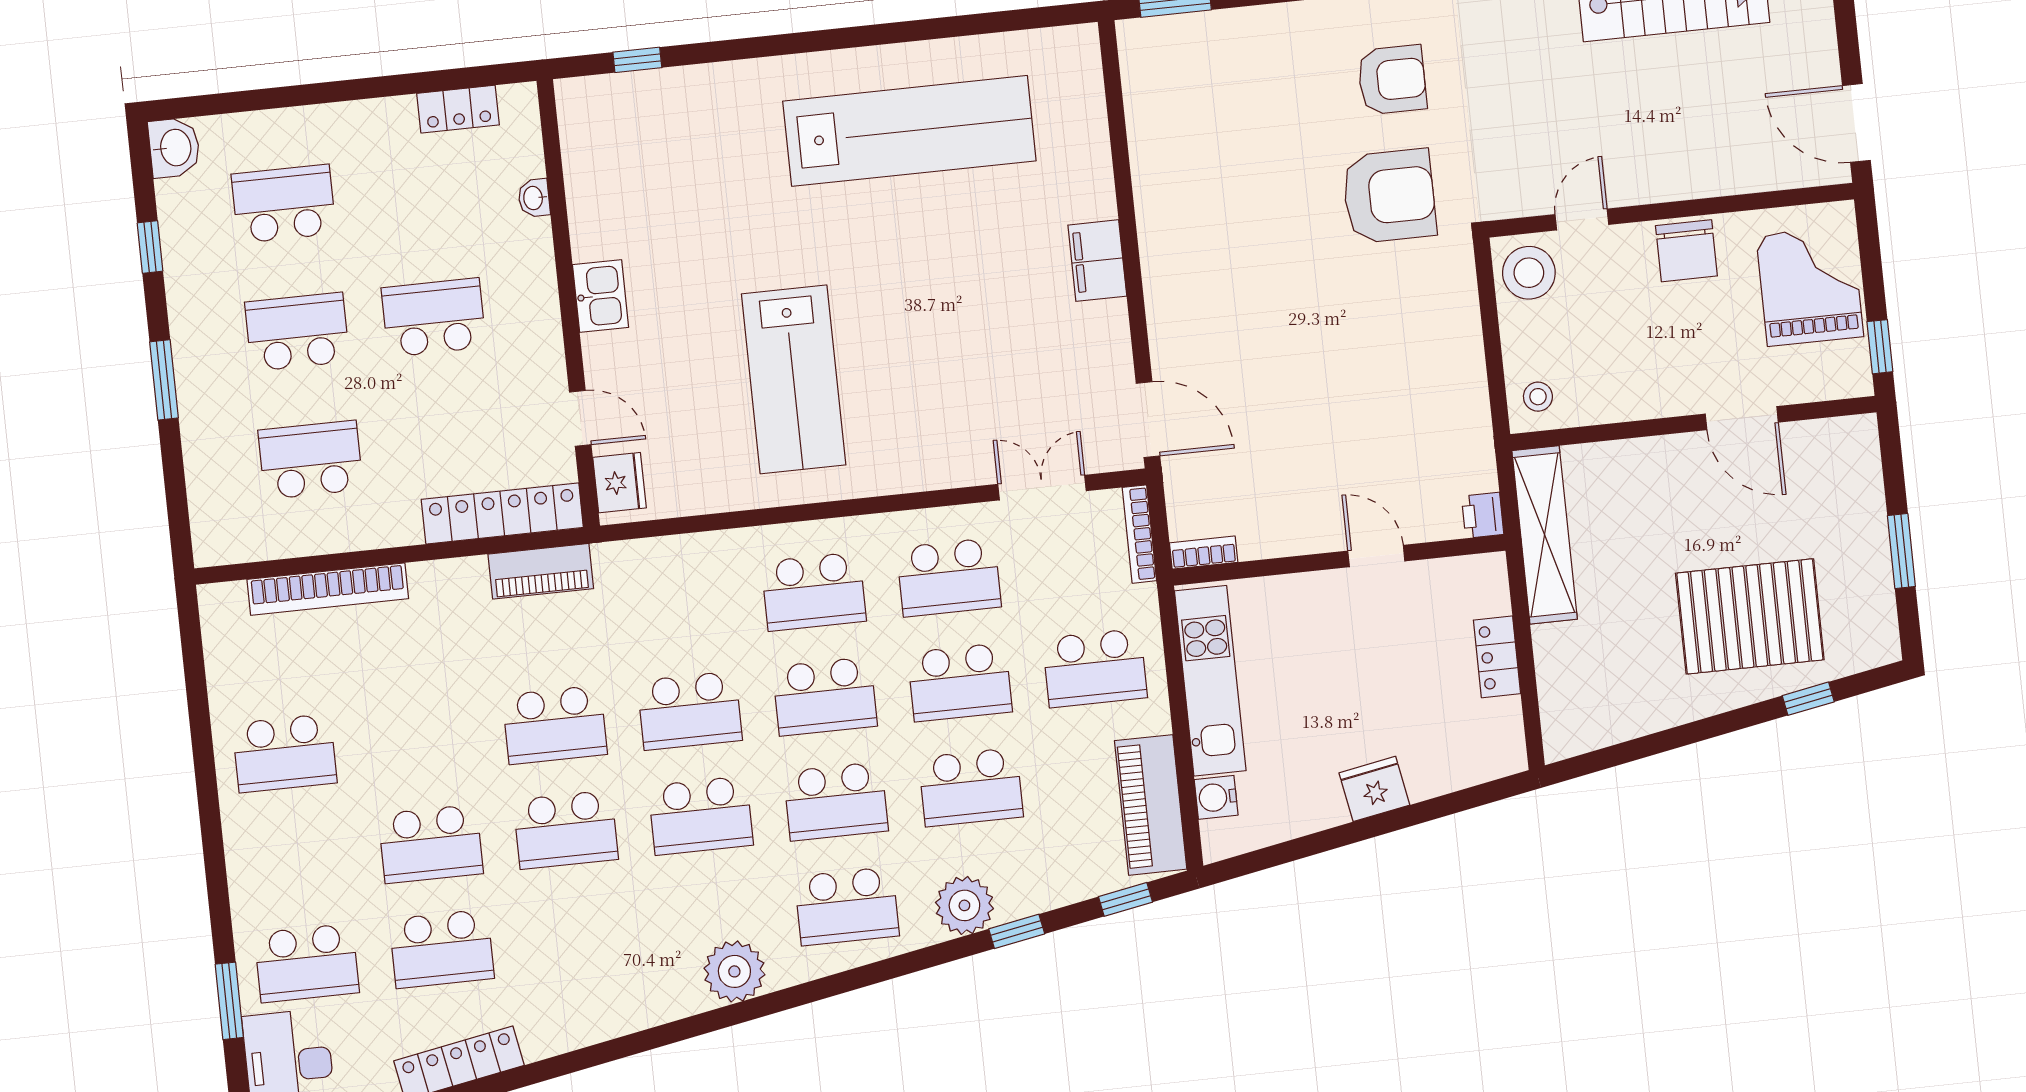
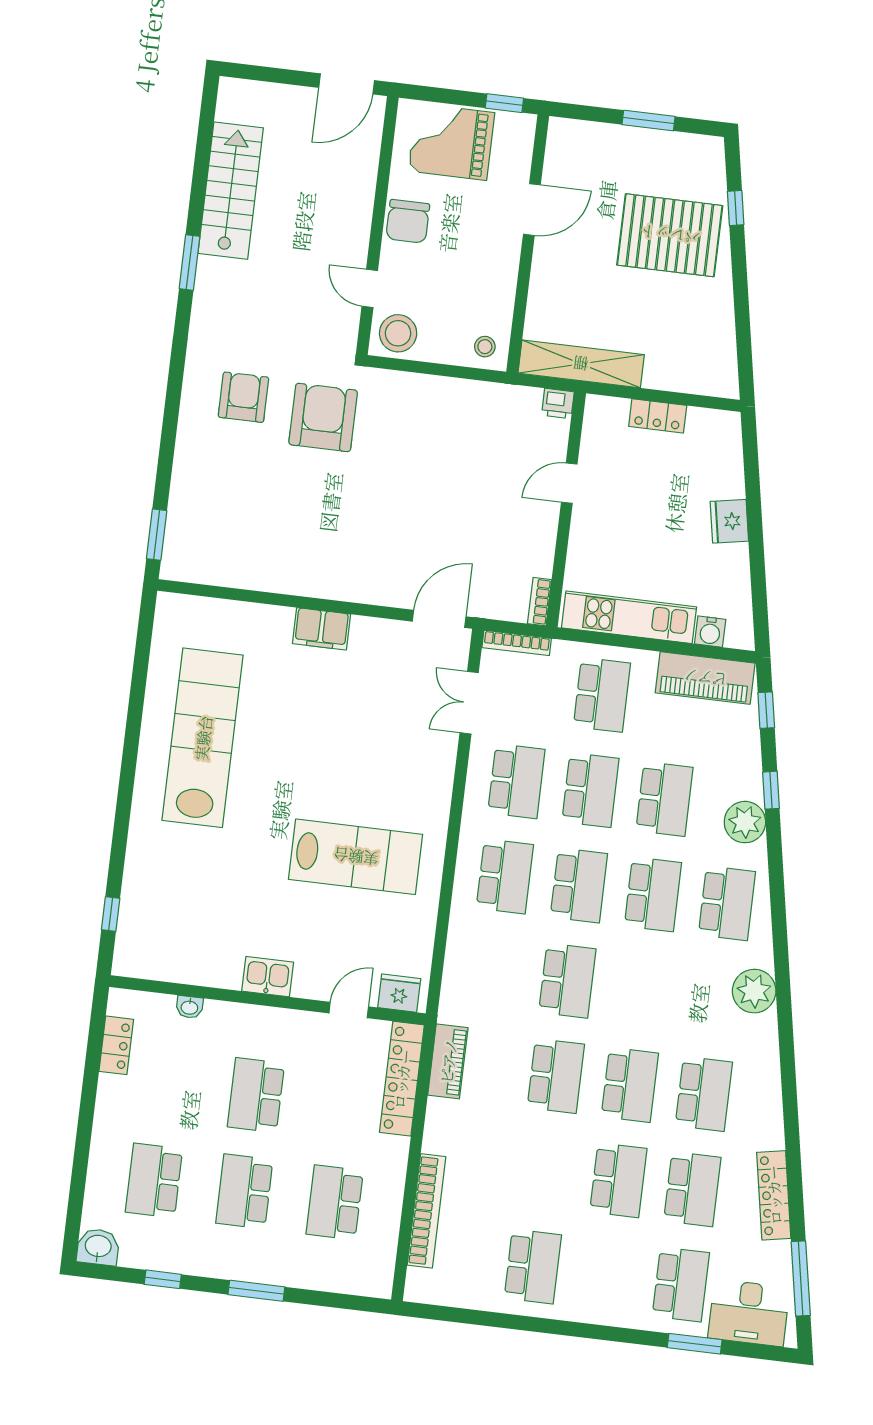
chair: (1686, 251) -> (408, 221), turned 90
pallet: (1750, 616) -> (670, 235), turned 90
school desk: (701, 816) -> (704, 1094), moved

